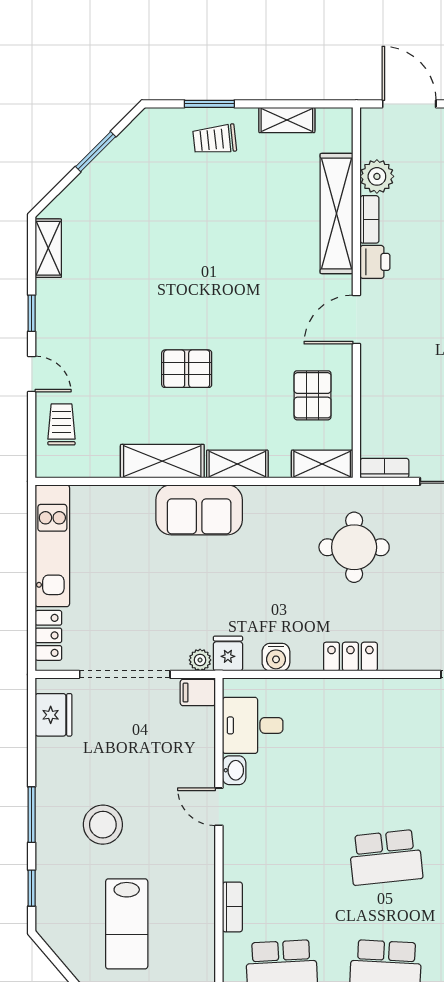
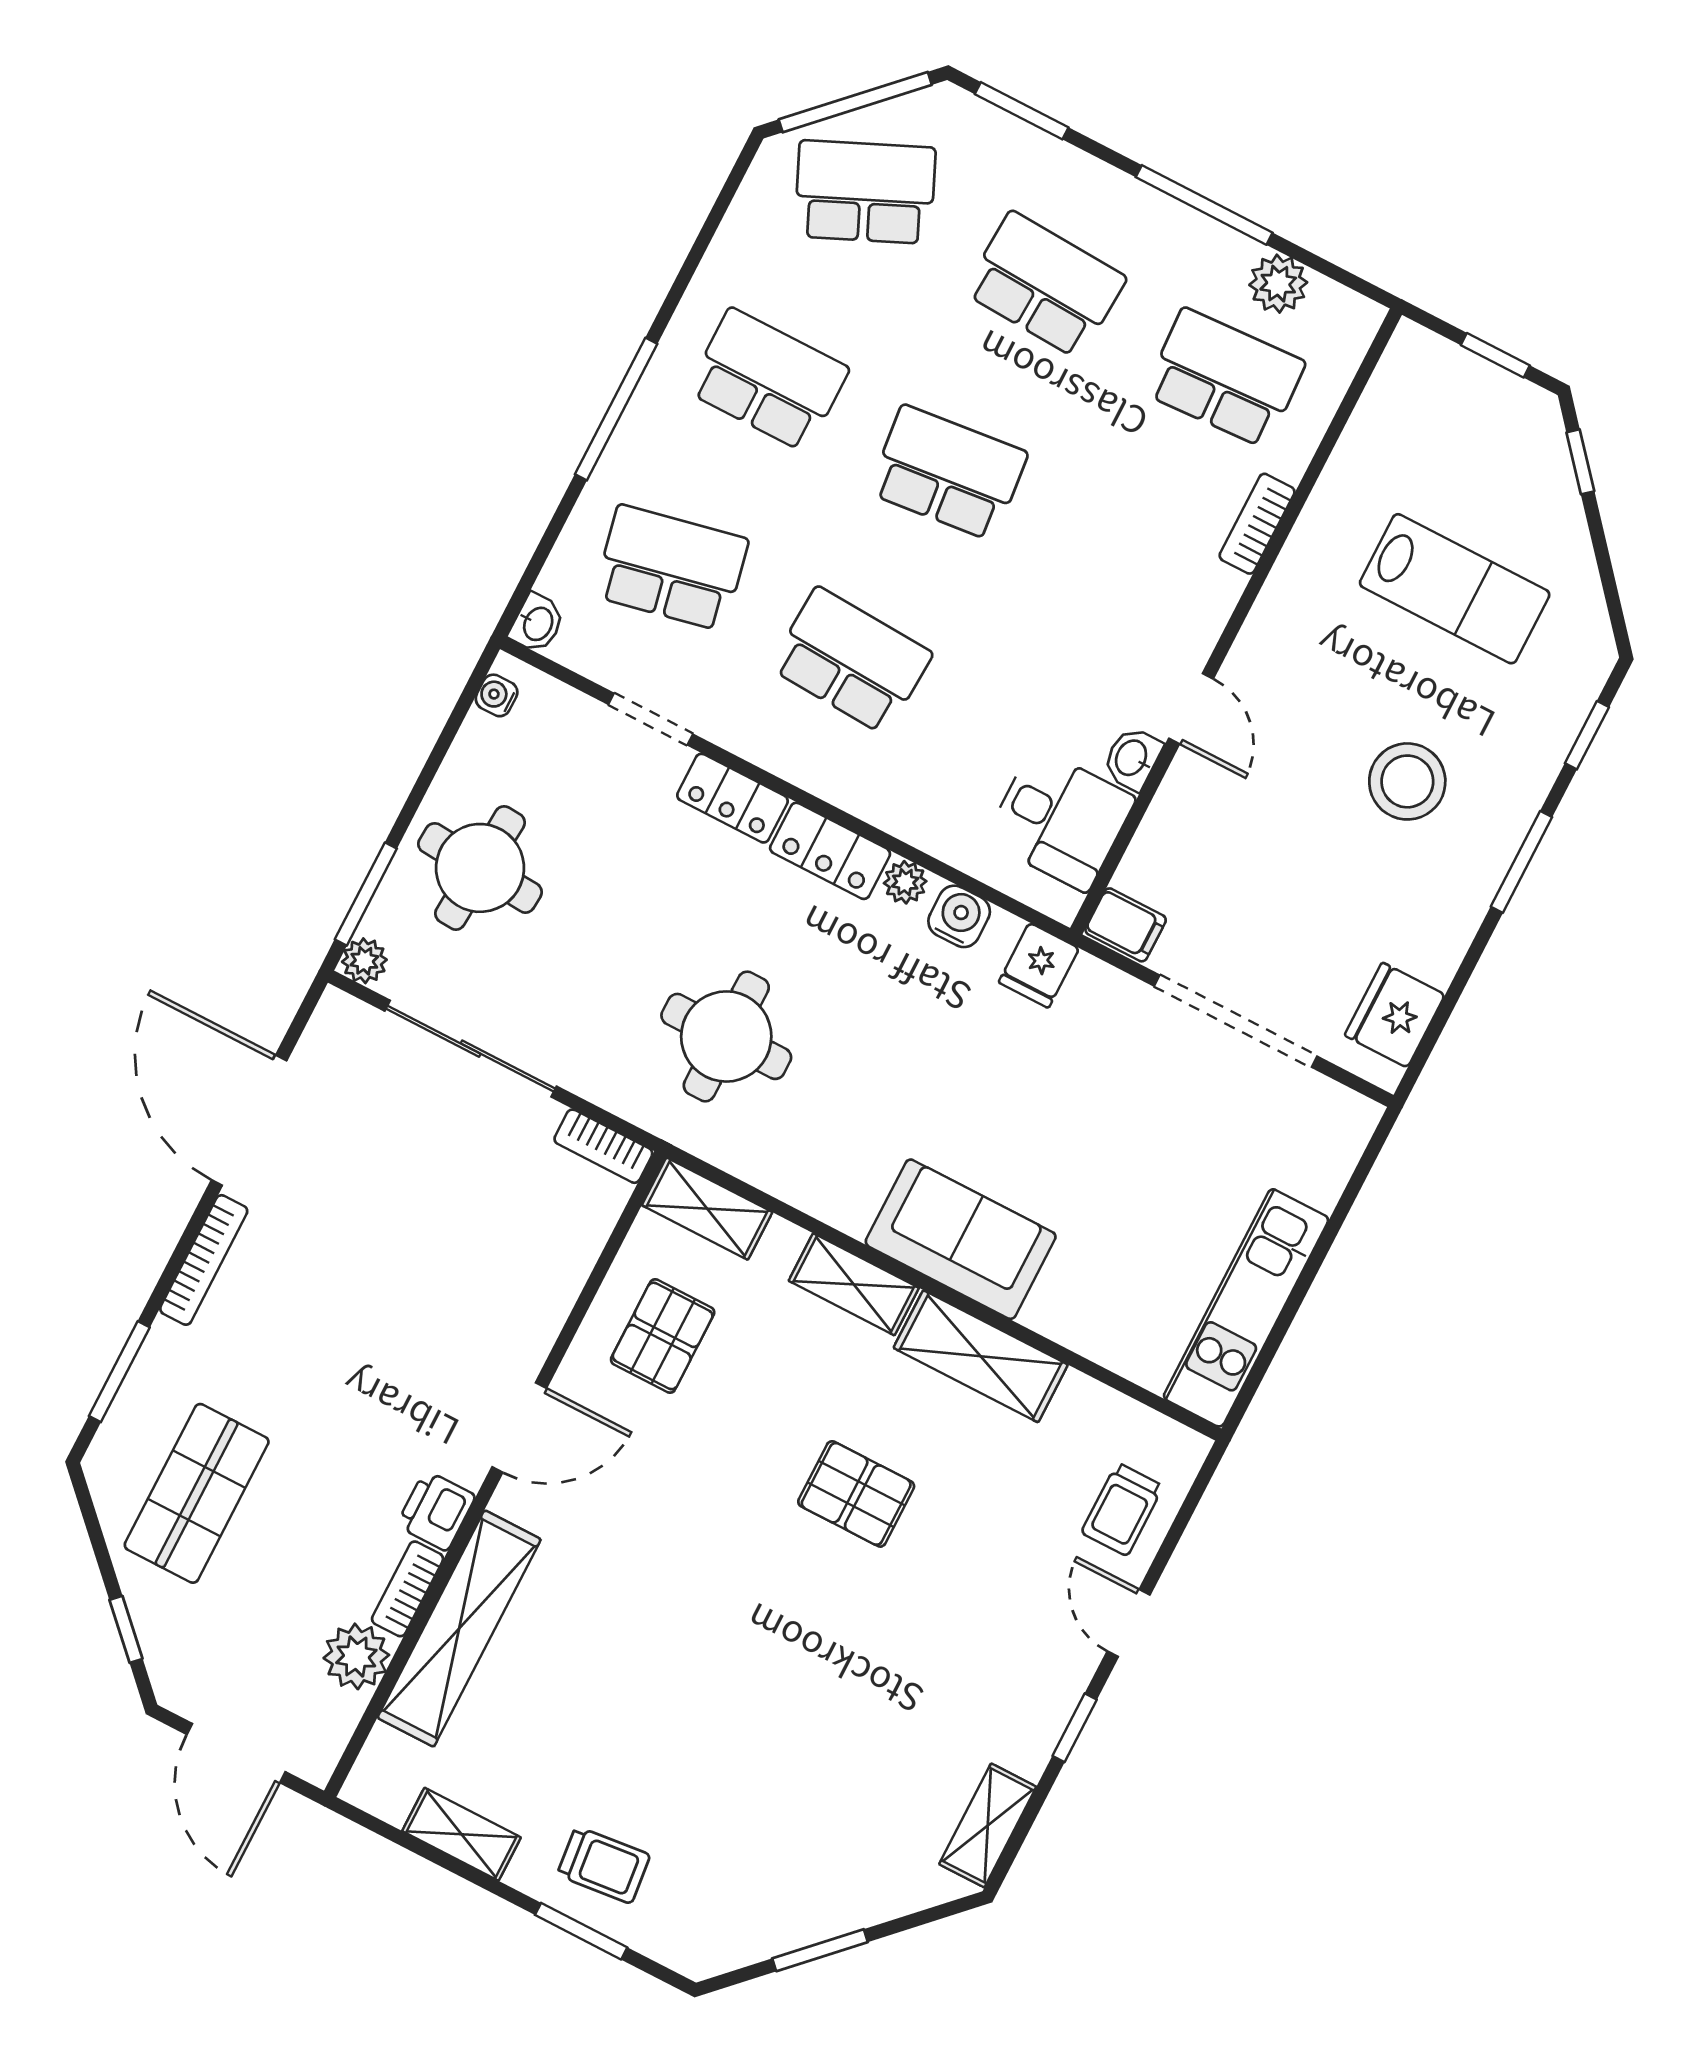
locker: (48, 635) -> (732, 798), moved, turned -90
plant: (200, 660) -> (905, 882), moved
school desk: (386, 749) -> (851, 661), added
lab bench: (127, 924) -> (1455, 589), turned 90

